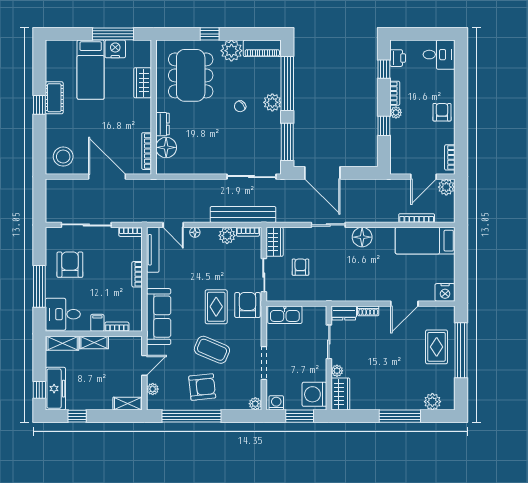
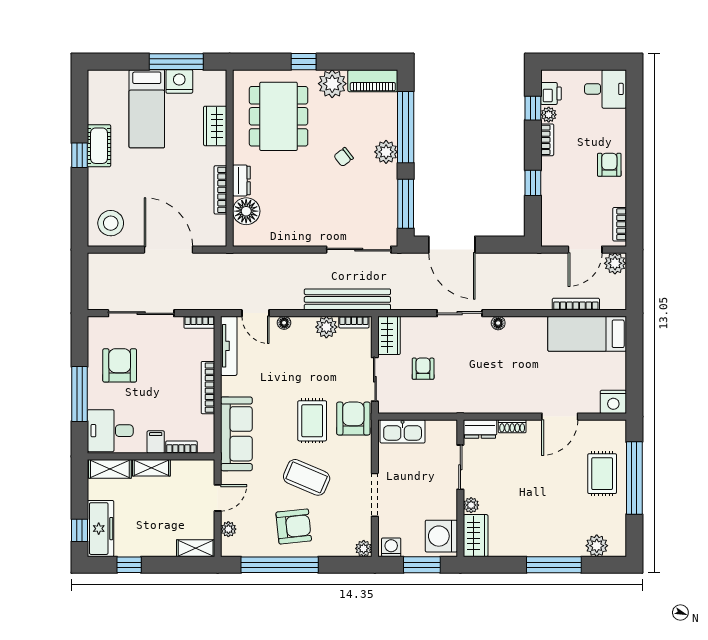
plant: (396, 112) -> (549, 115), moved
bookcase: (147, 151) -> (220, 190), moved
floor lamp: (362, 237) -> (498, 323), width x0.53, depth x0.53
bookcase: (137, 274) -> (208, 388), width x1.56

